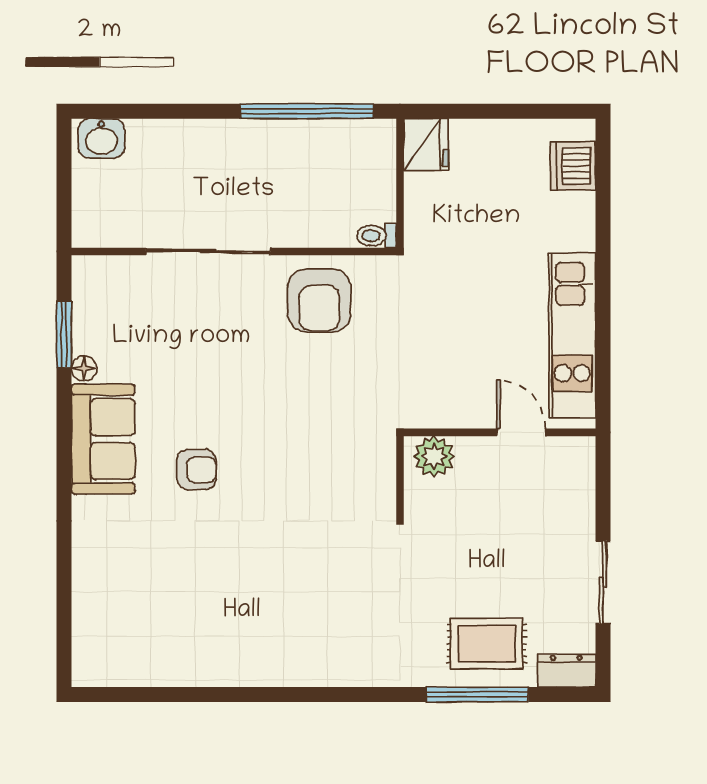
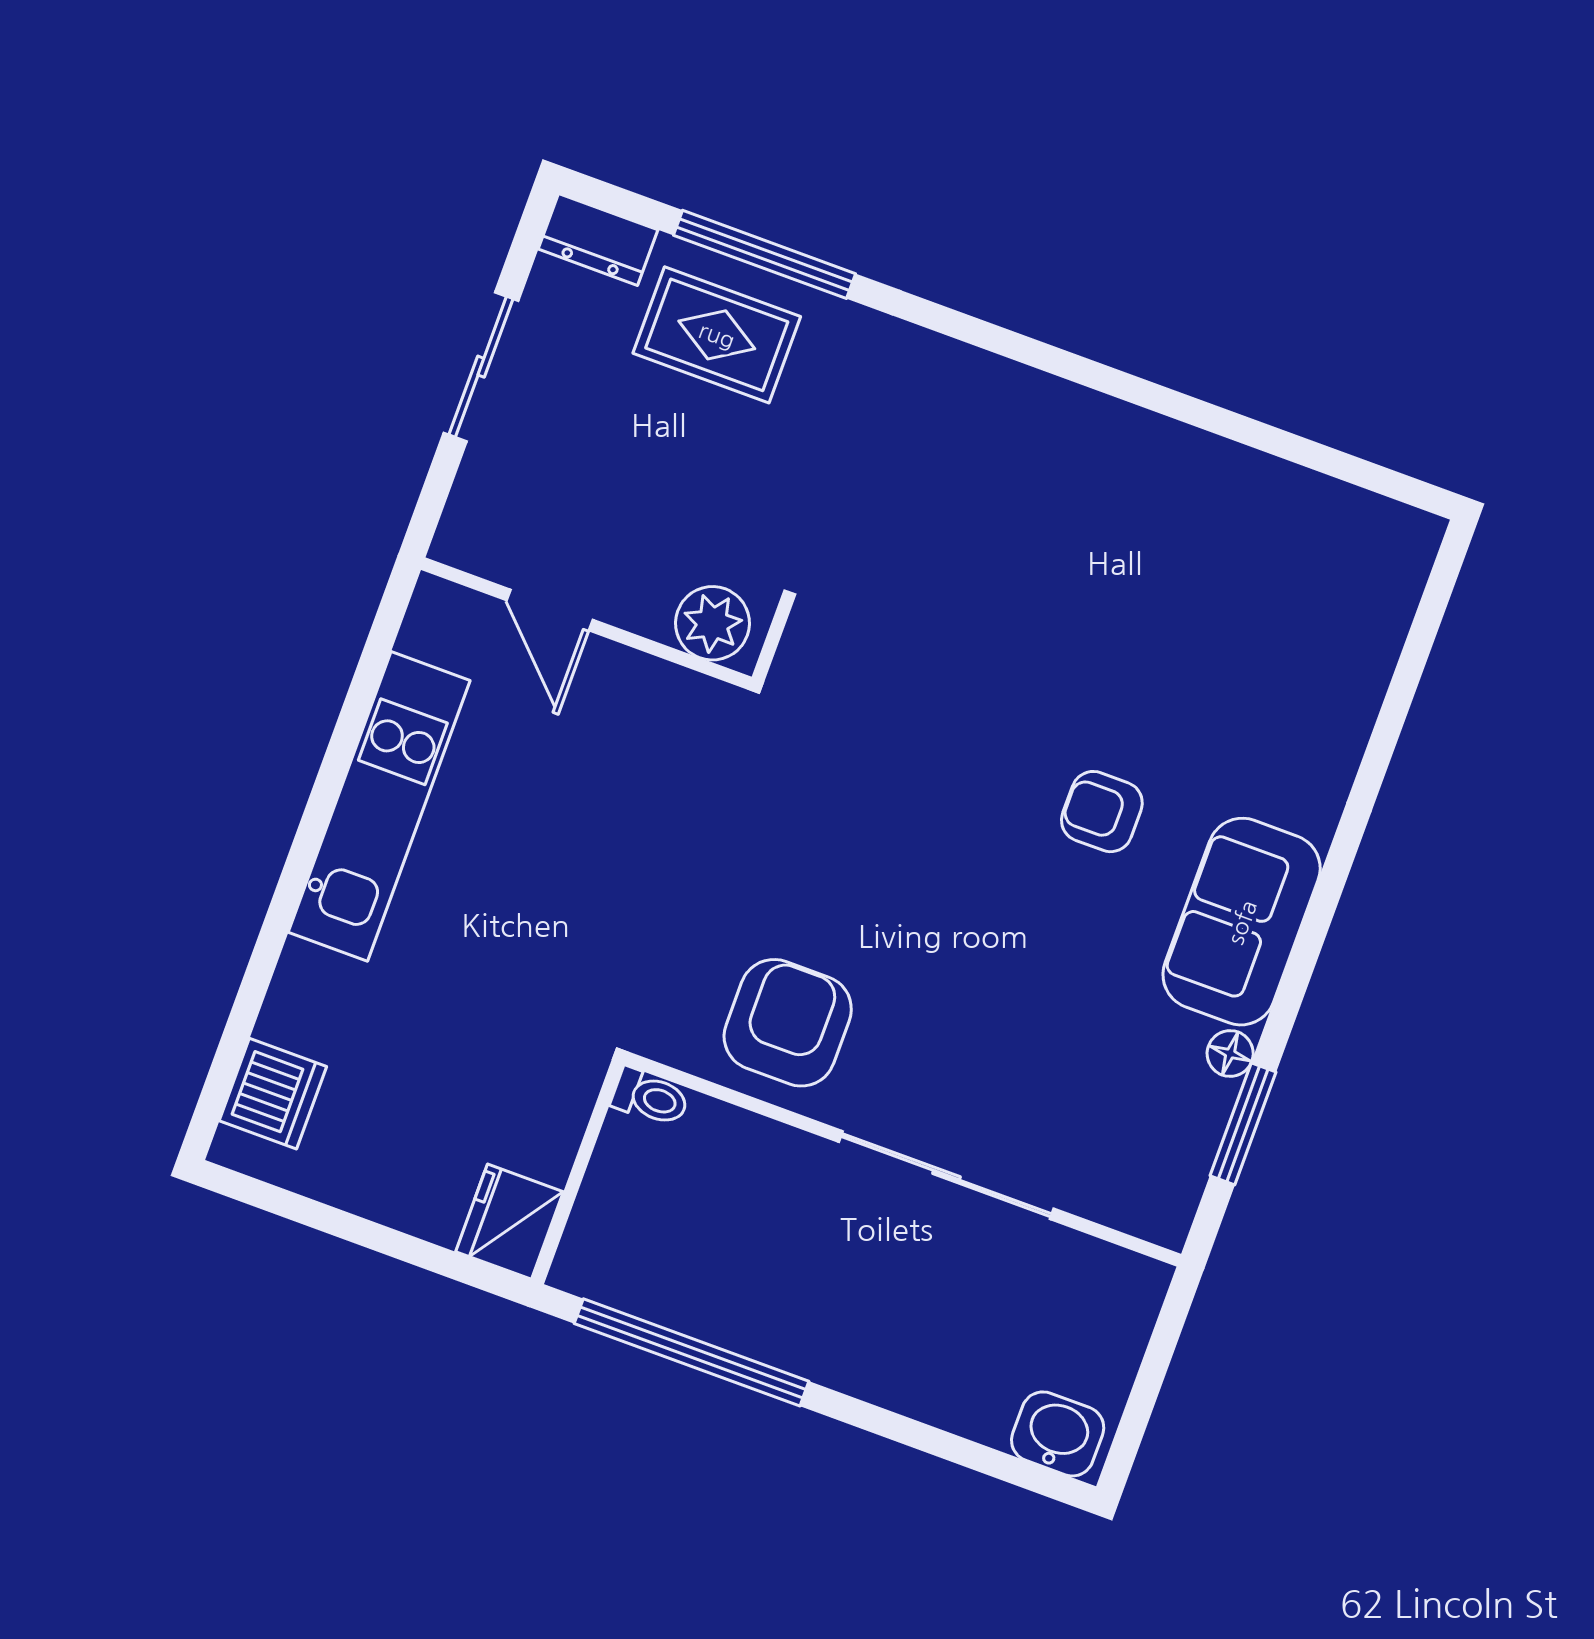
wall: (500, 432) -> (586, 623), moved
door: (521, 432) -> (550, 610), moved
plant: (434, 456) -> (712, 623), moved

